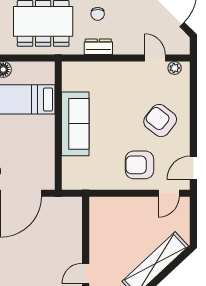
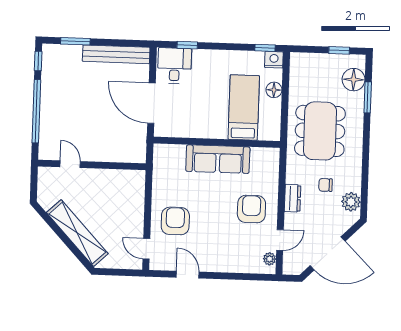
dresser: (98, 47) -> (293, 198), moved
armchair: (160, 121) -> (251, 209), moved, turned -38
door: (193, 168) -> (188, 275), moved

